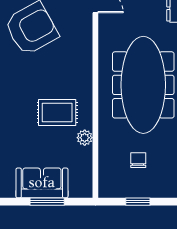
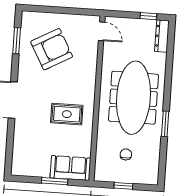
plant: (85, 138) -> (86, 135), removed
sofa: (42, 183) -> (70, 168), moved

